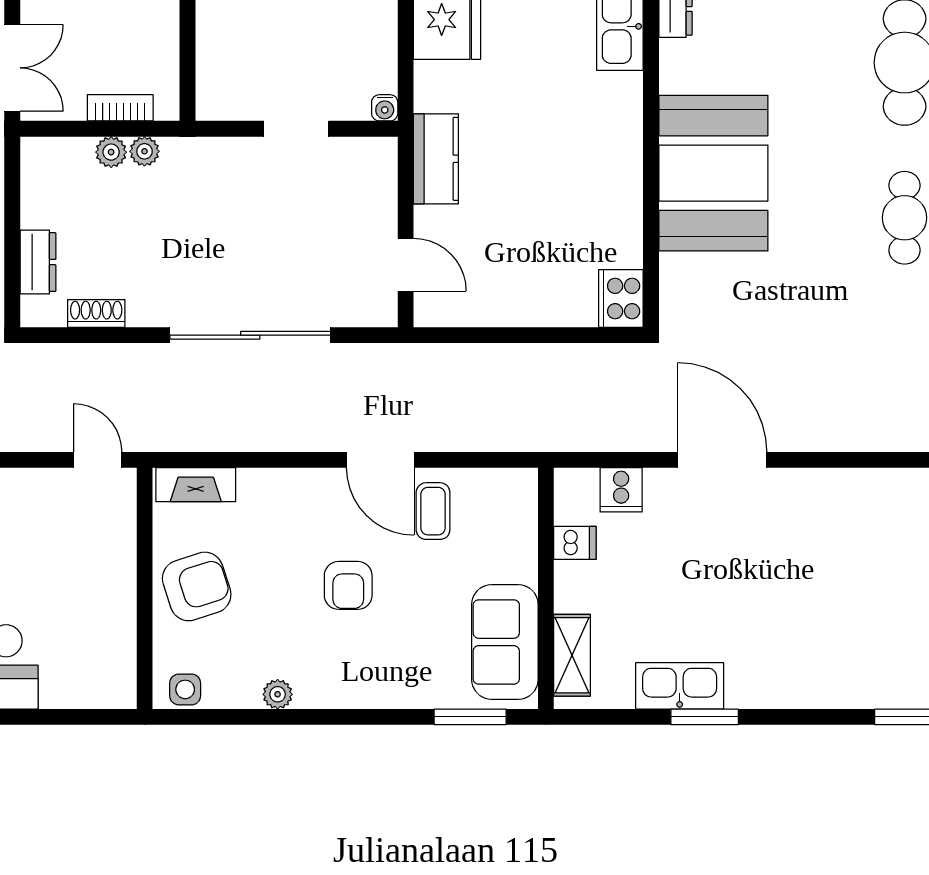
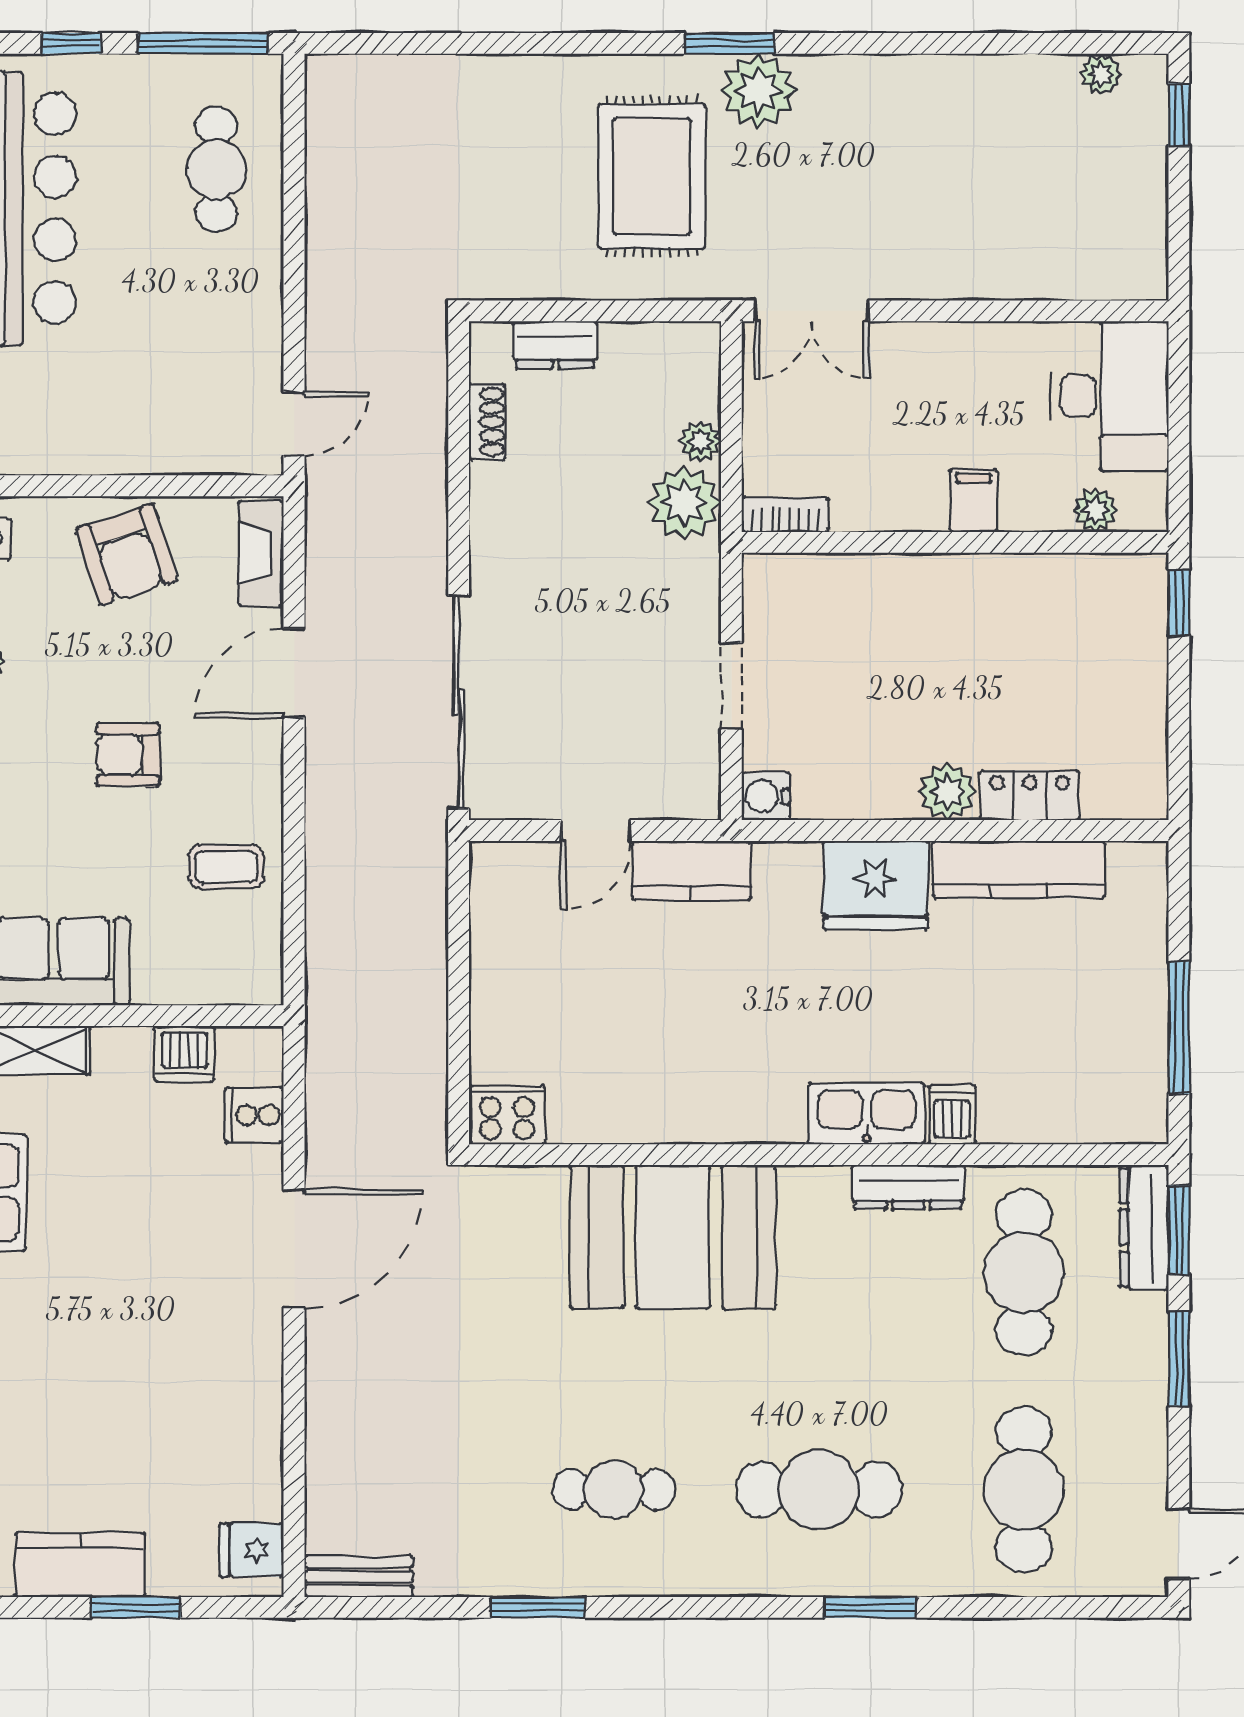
bookcase: (120, 108) -> (785, 515), moved, turned -90
water cooler: (385, 108) -> (766, 796), width x1.38, depth x1.38
plant: (144, 151) -> (684, 503), width x1.88, depth x1.88
door: (406, 265) -> (596, 830), moved
sliding door: (250, 335) -> (459, 702), moved
door: (380, 460) -> (294, 673), moved
dishwasher: (575, 543) -> (184, 1054), width x1.38

